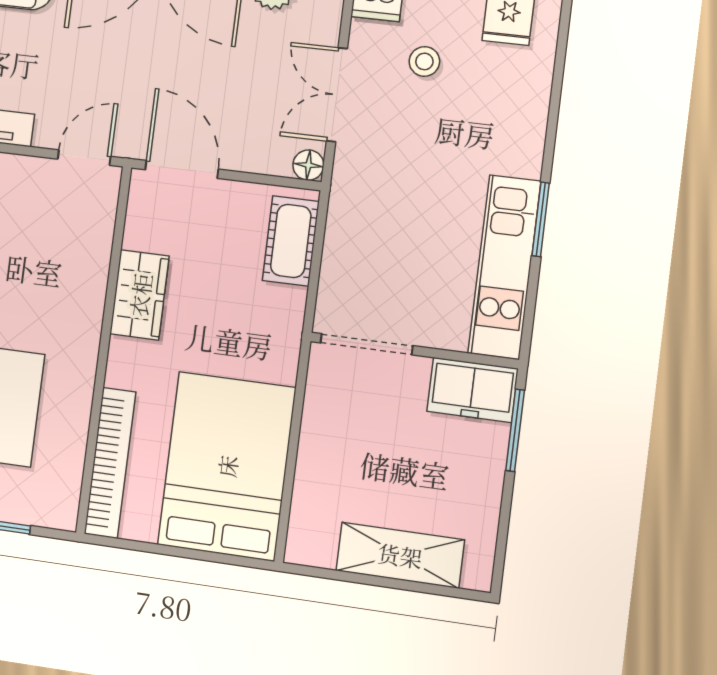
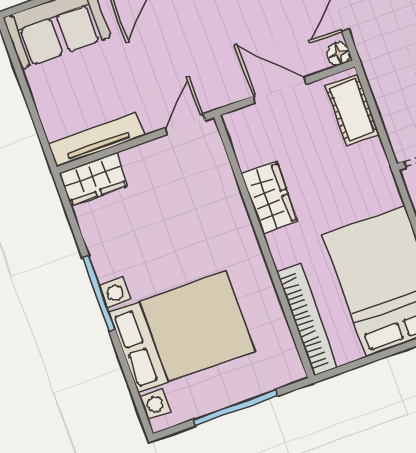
door: (182, 169) -> (280, 90), moved

